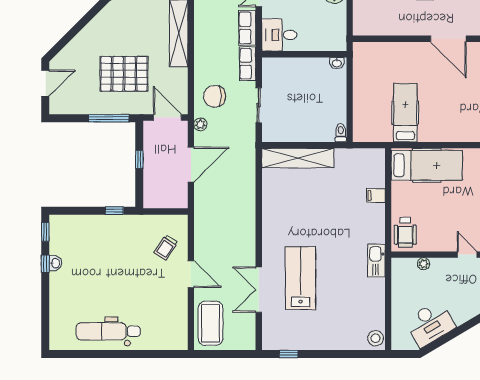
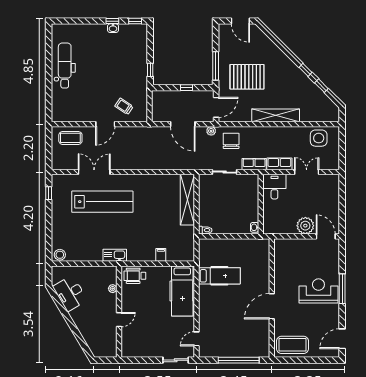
pallet: (124, 74) -> (247, 77), turned 90
lab bench: (301, 278) -> (102, 202), width x1.36
coffee table: (211, 323) -> (70, 138), width x0.73, depth x0.76

